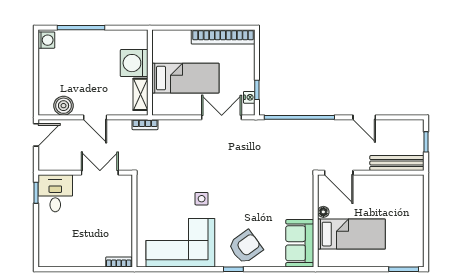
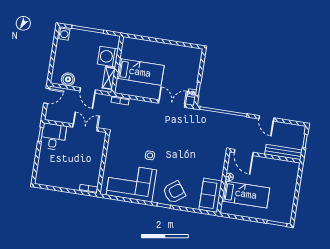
bookcase: (223, 37) -> (181, 50), removed
washing machine: (134, 63) -> (108, 57), moved
wall: (150, 73) -> (117, 64), moved
bed: (185, 78) -> (140, 72), moved
shelving: (140, 94) -> (109, 78), moved

